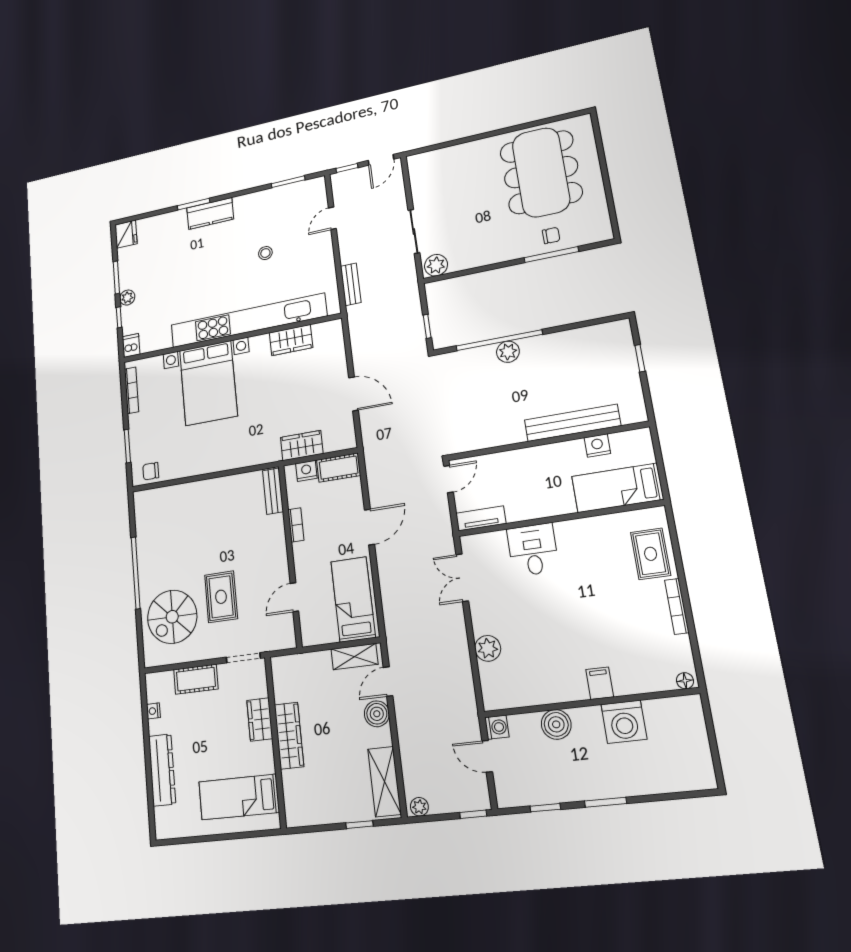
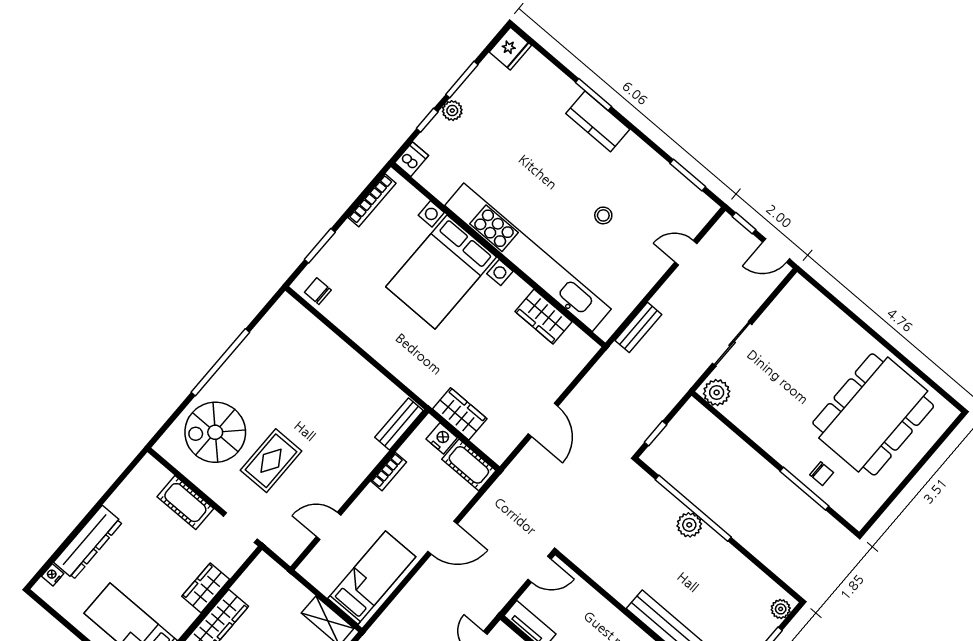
plant: (623, 334) -> (781, 609), added
nightstand: (153, 711) -> (53, 575), moved

